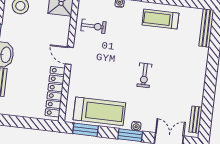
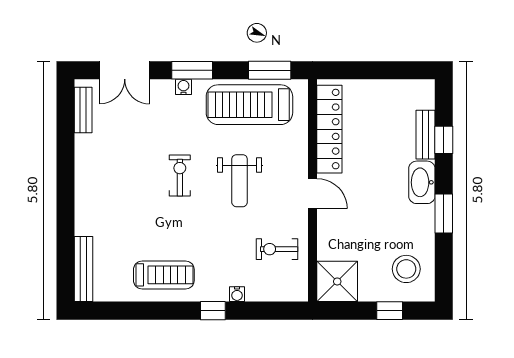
weight bench: (110, 68) -> (240, 181), added

